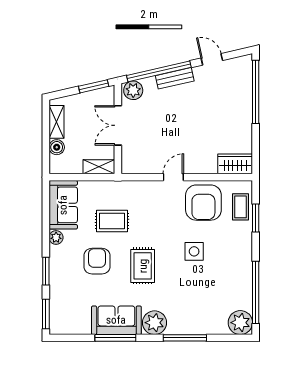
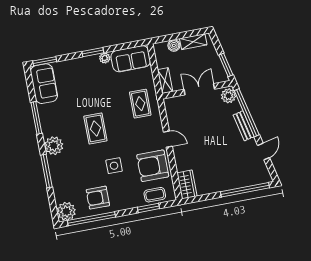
rug: (112, 221) -> (140, 104), moved
armchair: (97, 261) -> (98, 198), moved, turned 180
rug: (143, 266) -> (95, 128), turned 90
window: (46, 271) -> (93, 52), moved
sofa: (116, 320) -> (44, 84), moved

